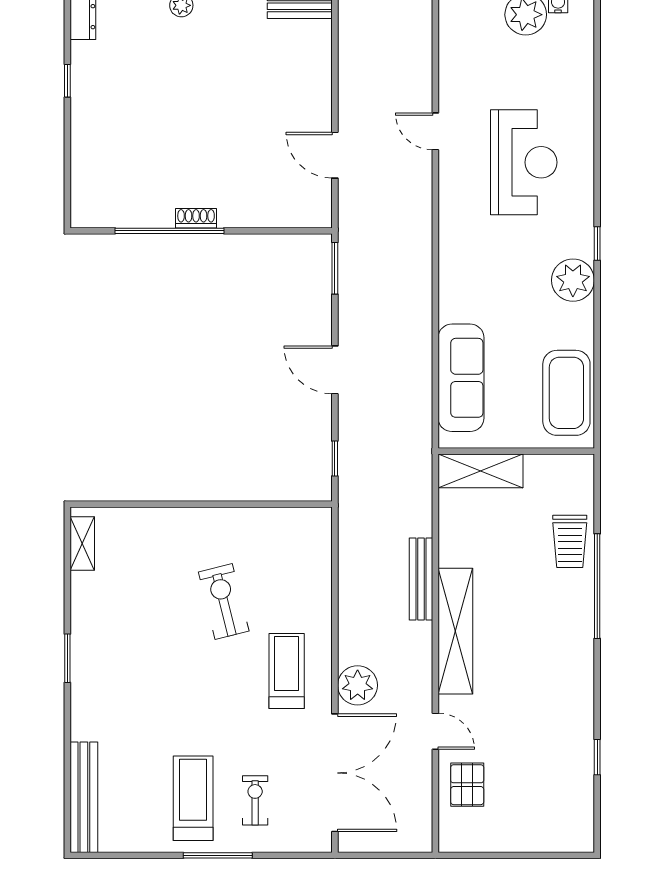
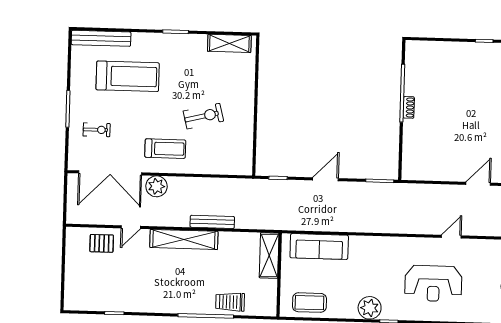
door: (335, 155) -> (478, 184), moved
coffee table: (566, 393) -> (309, 303), width x0.73, depth x0.76
shelving: (82, 544) -> (229, 43), width x1.50, depth x1.33
treadmill: (193, 798) -> (128, 76), moved, width x1.37, depth x1.38

